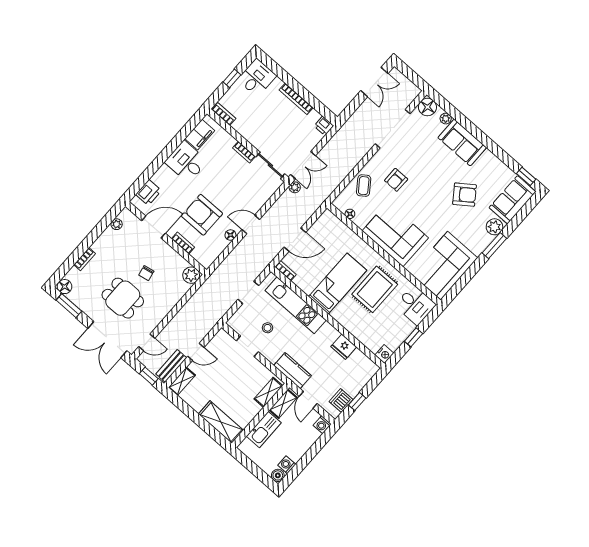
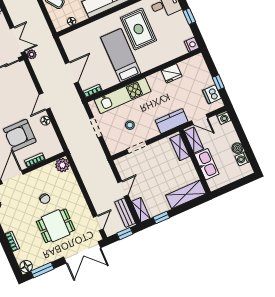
window: (184, 407) -> (161, 217), added
boiler: (278, 475) -> (238, 148), moved

